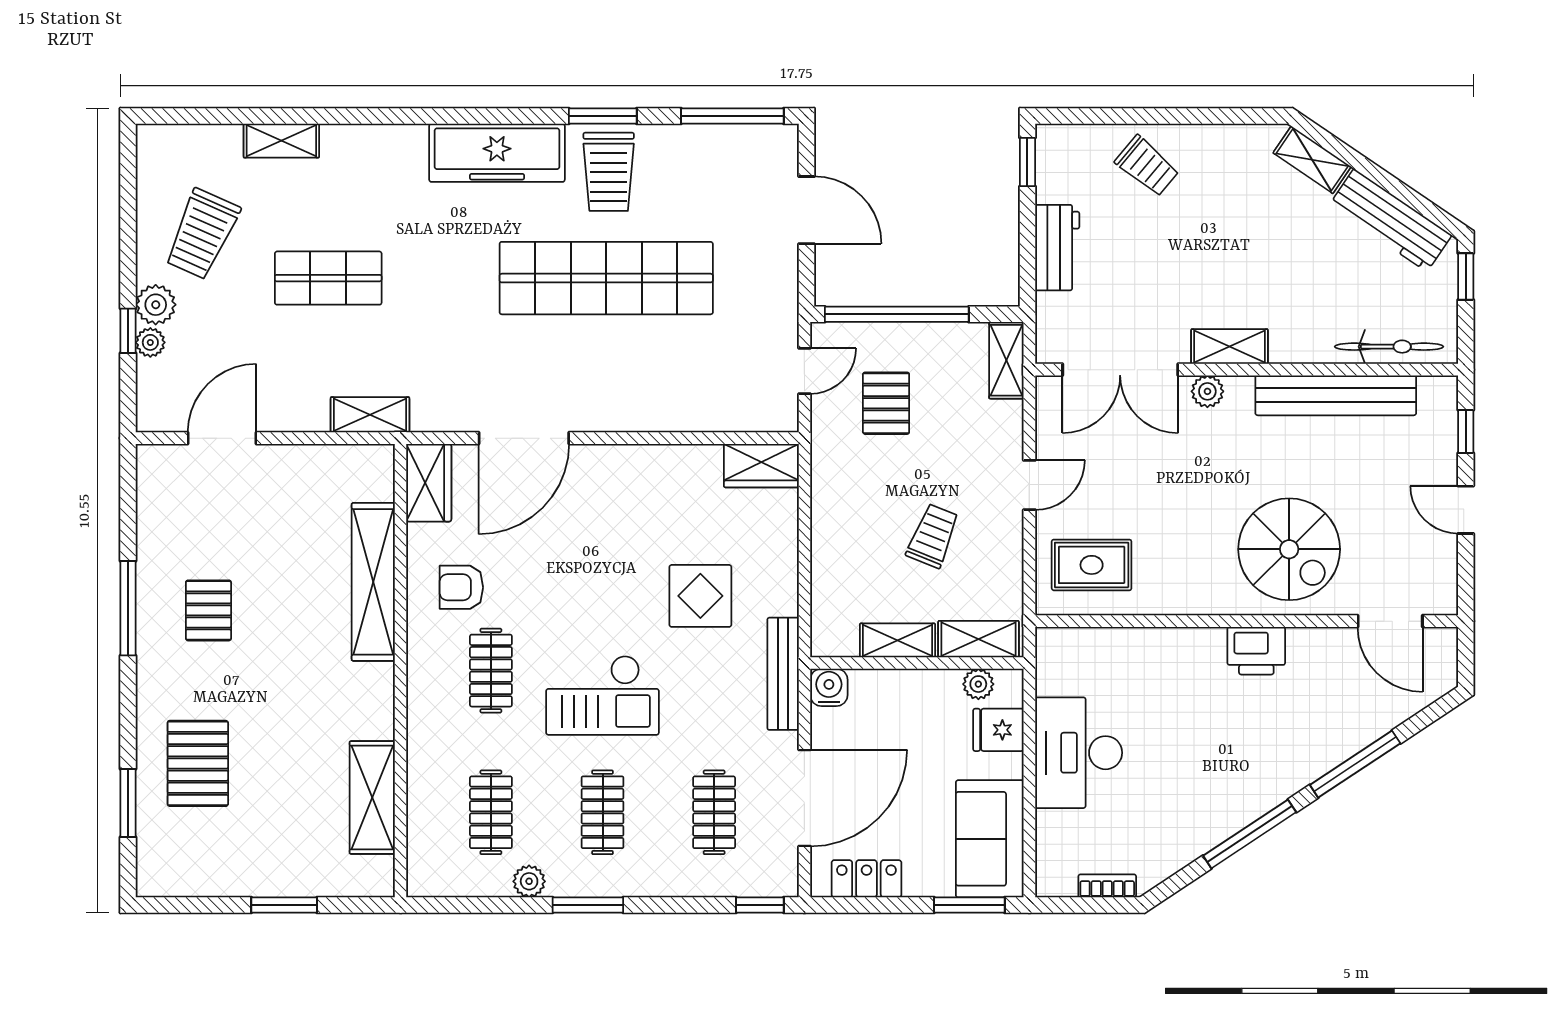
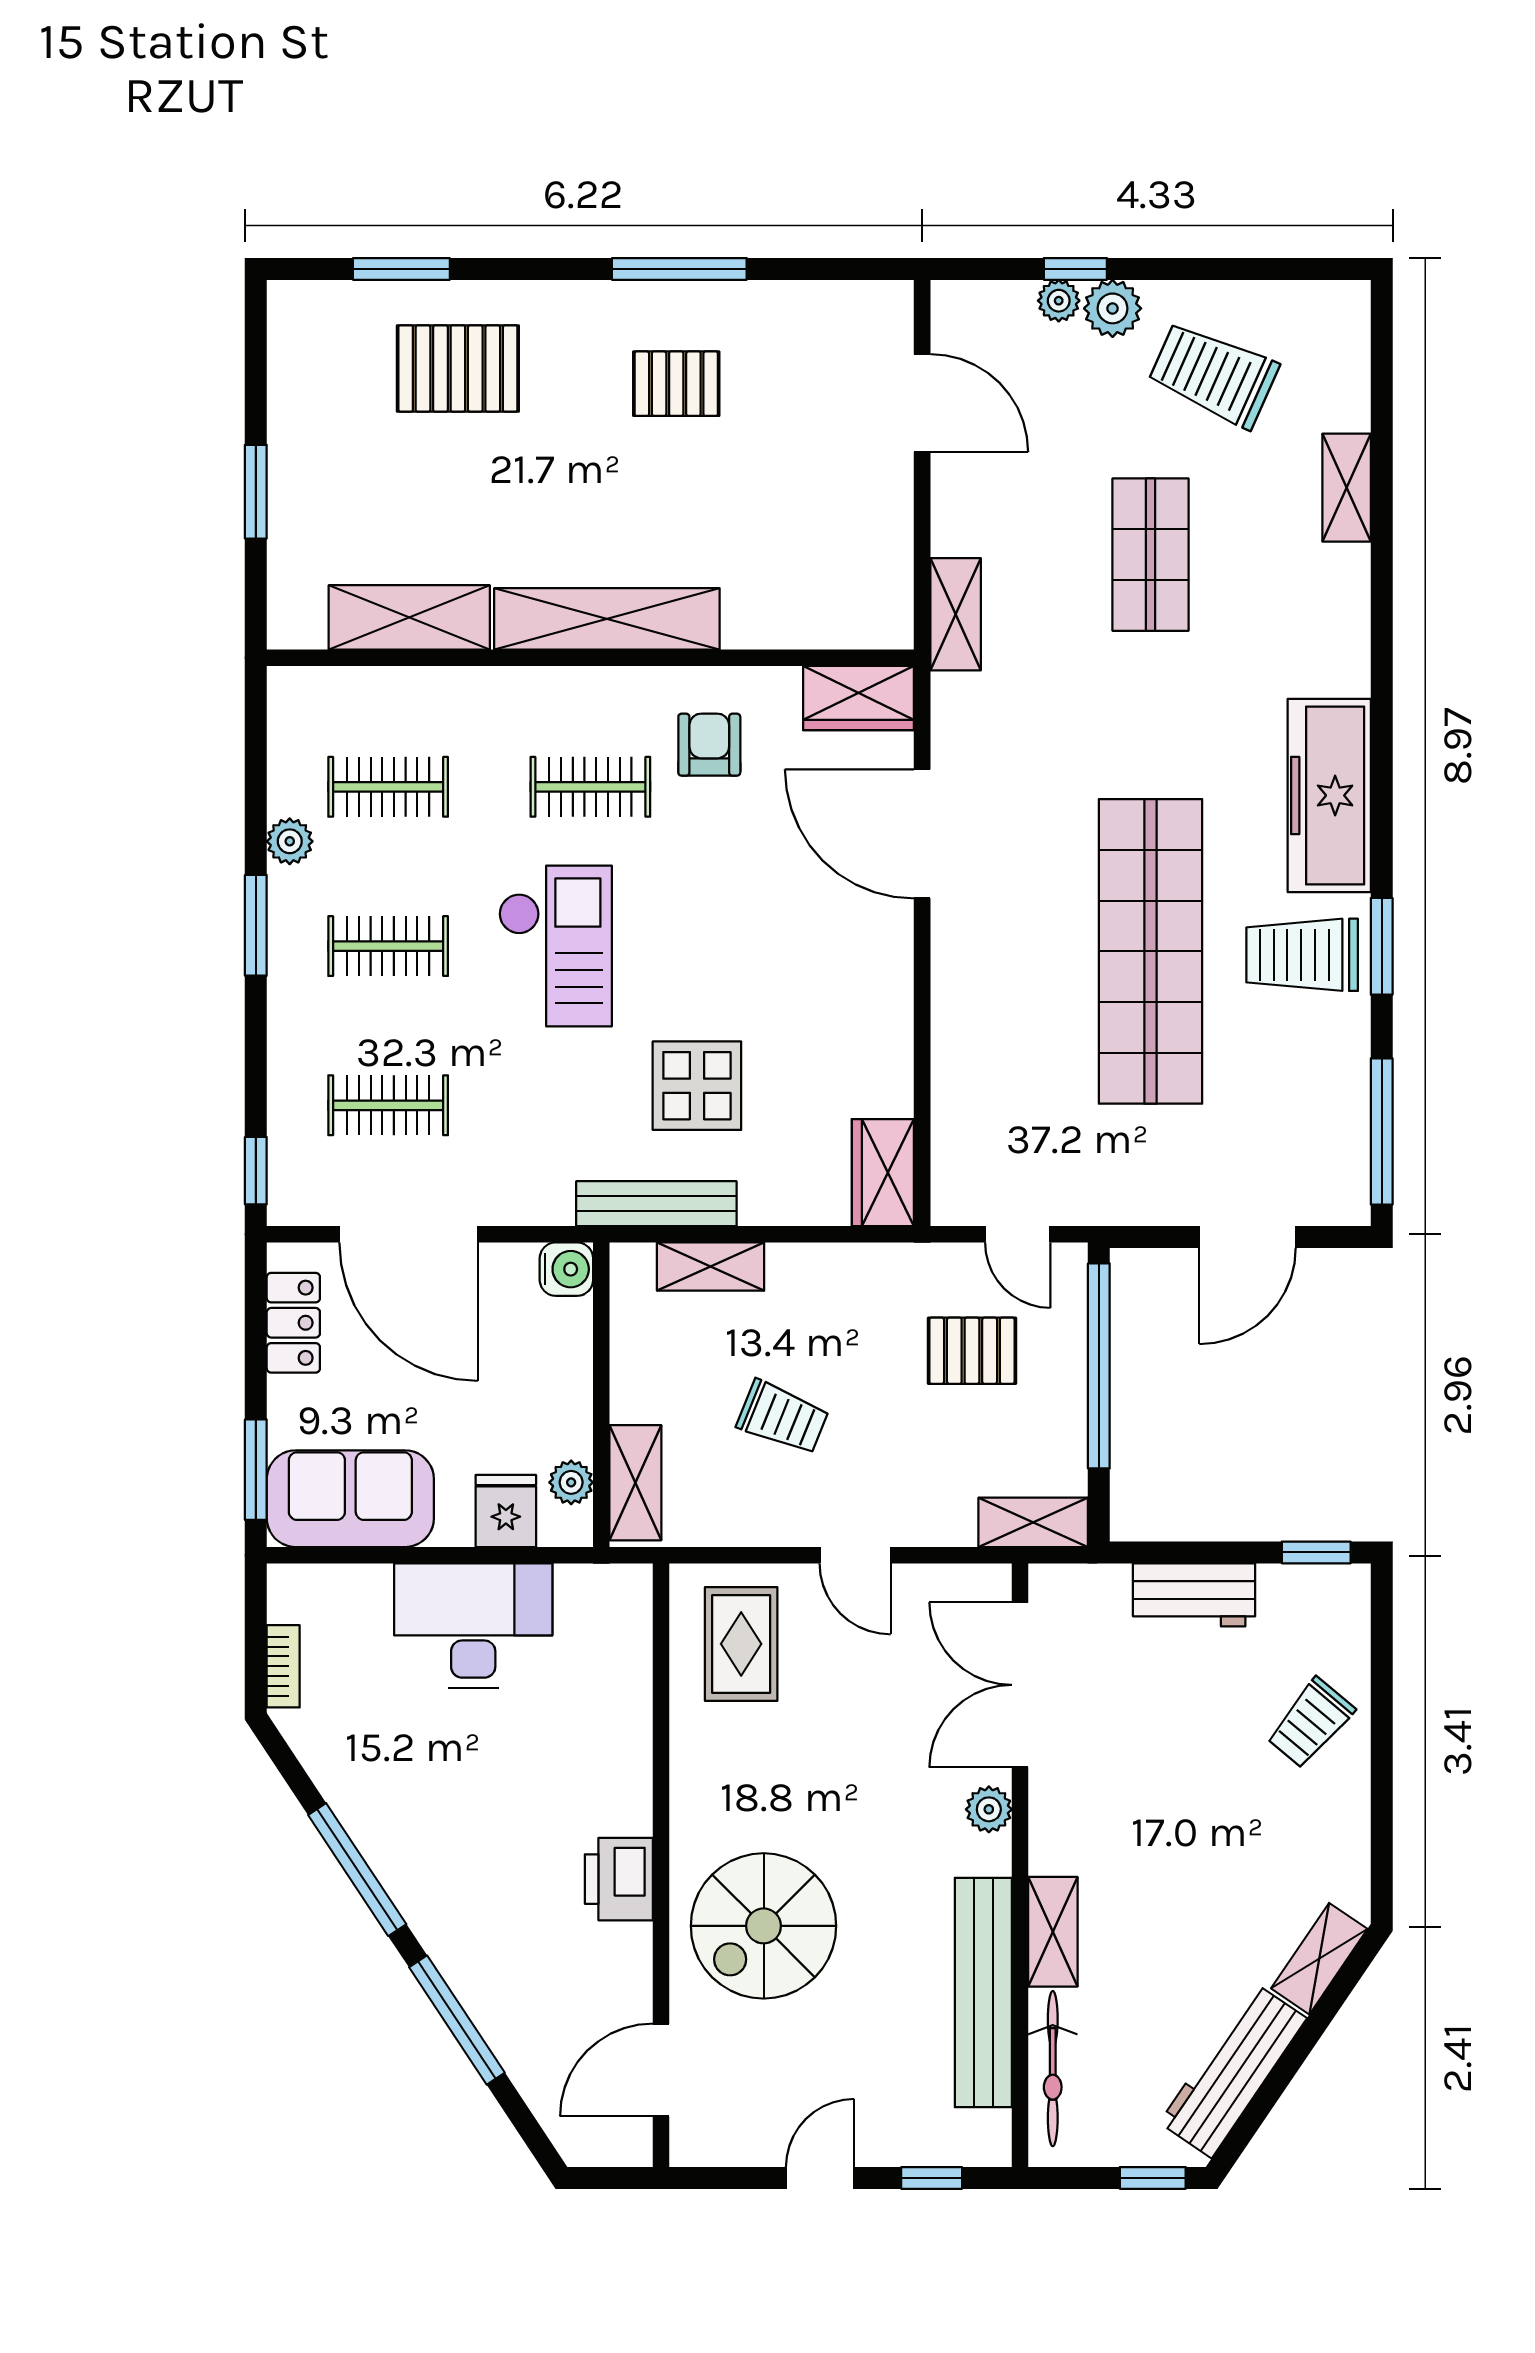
shelving: (1230, 347) -> (1053, 1932), moved
shelving: (373, 582) -> (607, 619), moved
shelving: (898, 640) -> (711, 1267), moved, turned 90
bench: (783, 674) -> (656, 1204), moved
checkout: (602, 695) -> (555, 946), turned 180

